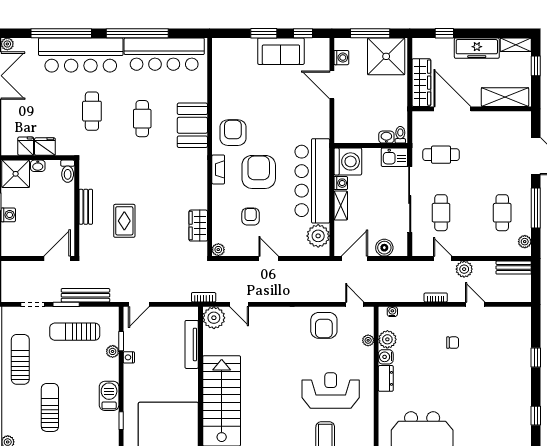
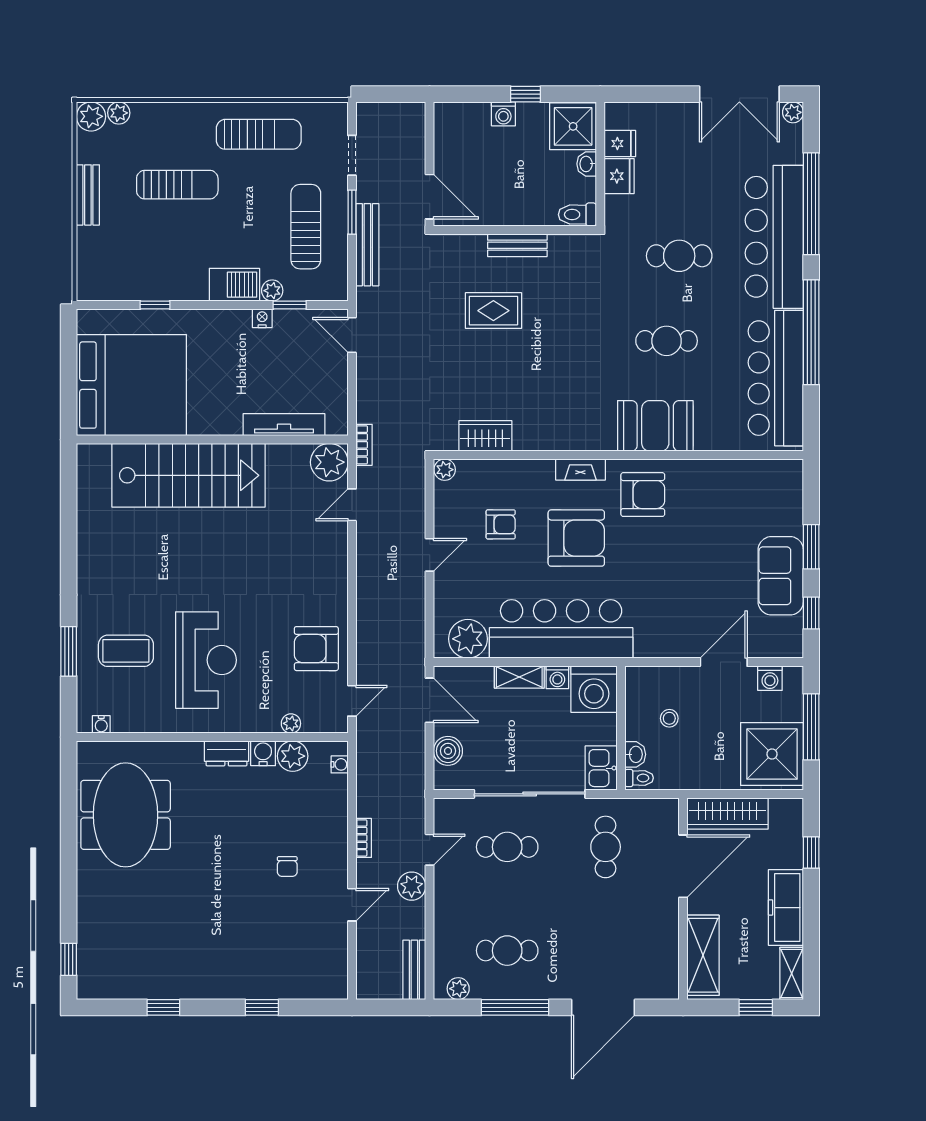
stool: (365, 117) -> (669, 718), added
barbecue: (109, 396) -> (234, 285), moved

